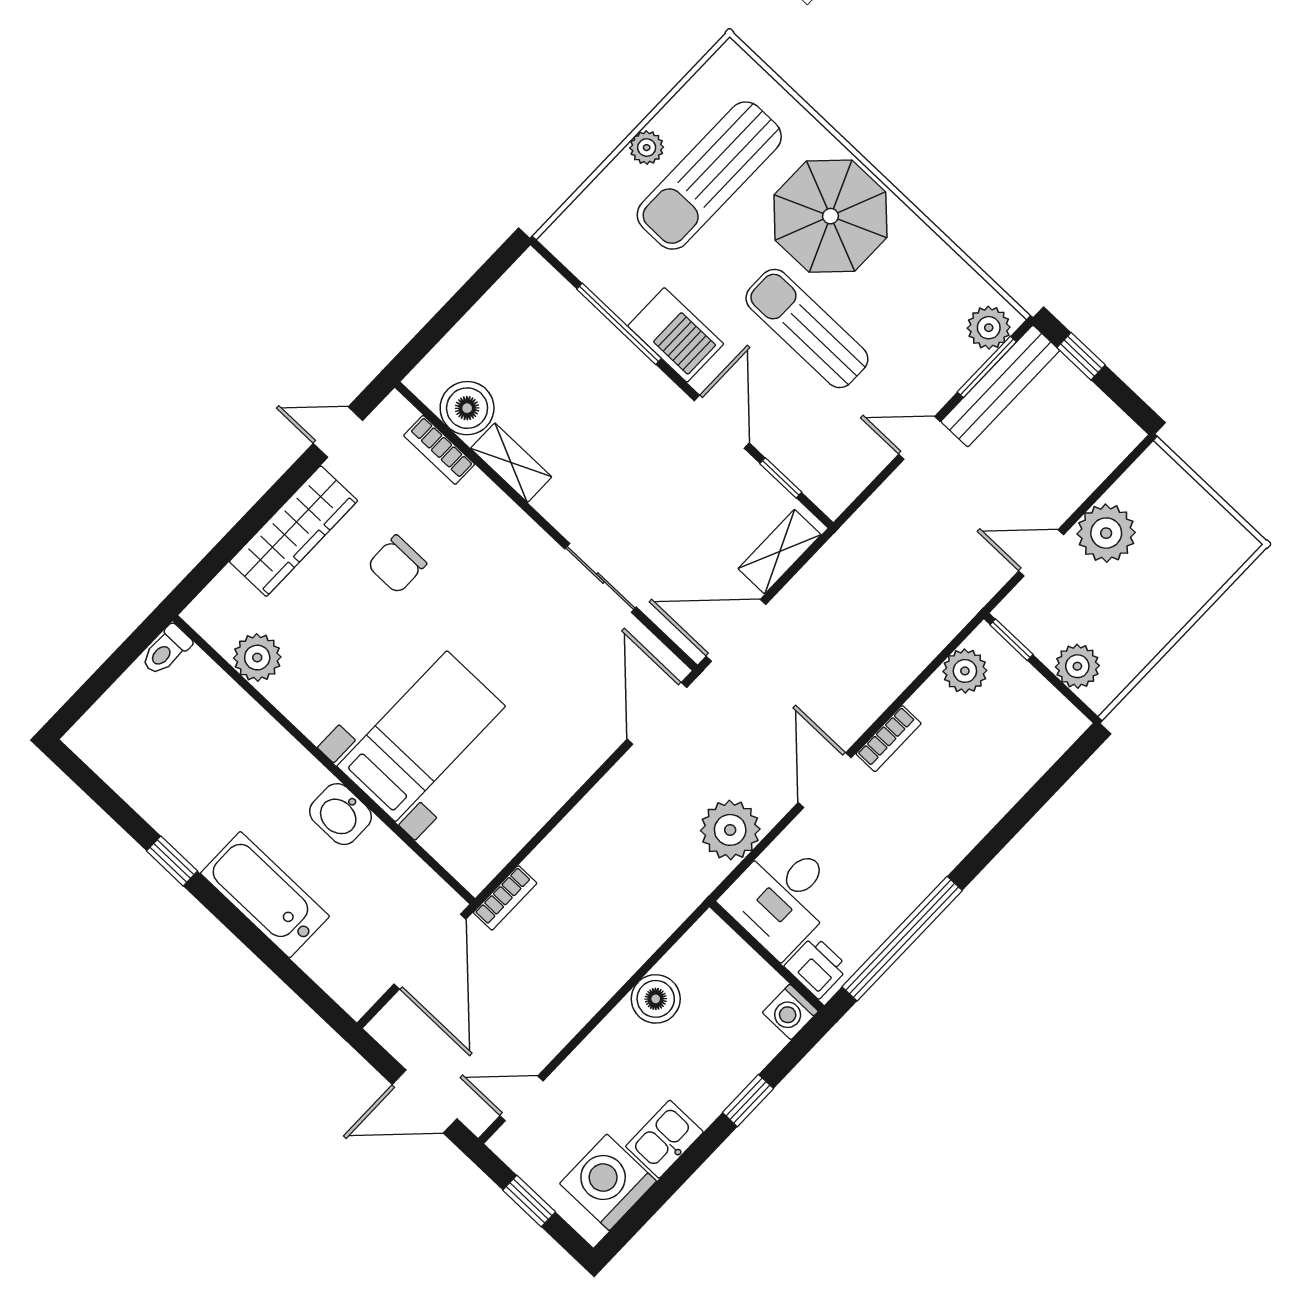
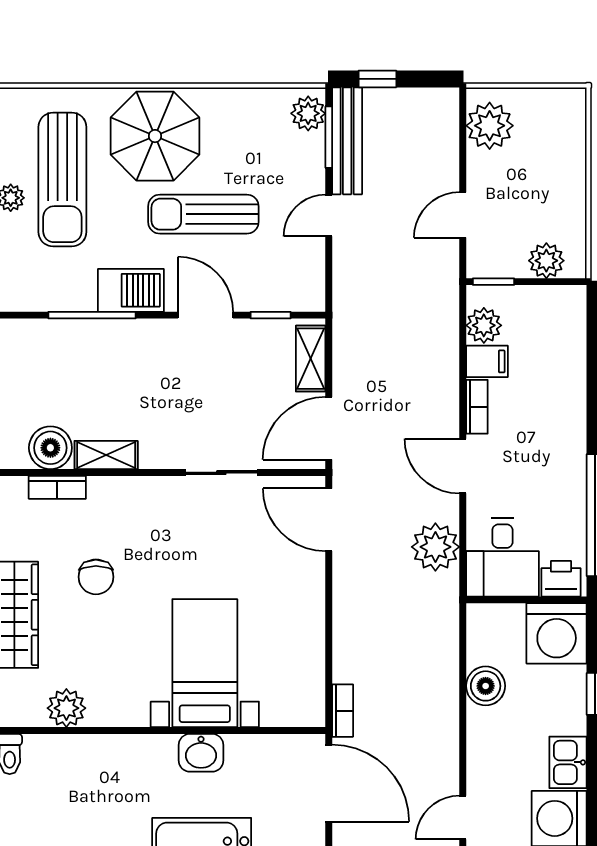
plant: (1106, 533) -> (490, 126), moved
filing cabinet: (937, 706) -> (487, 361), added
washing machine: (790, 1012) -> (557, 633), width x1.89, depth x1.89

